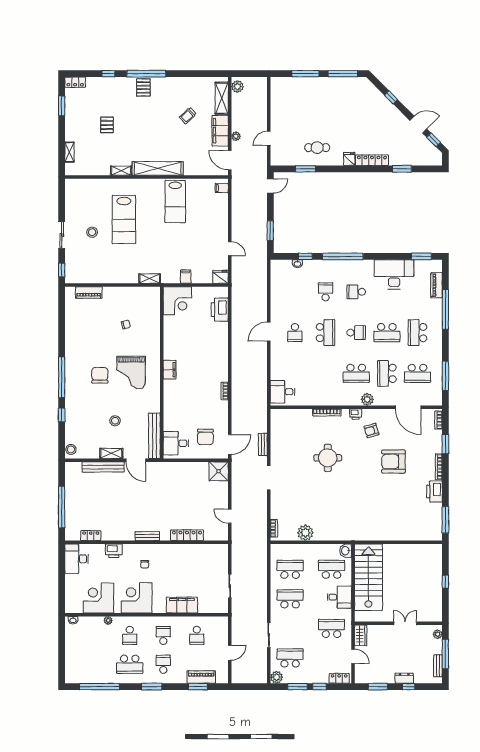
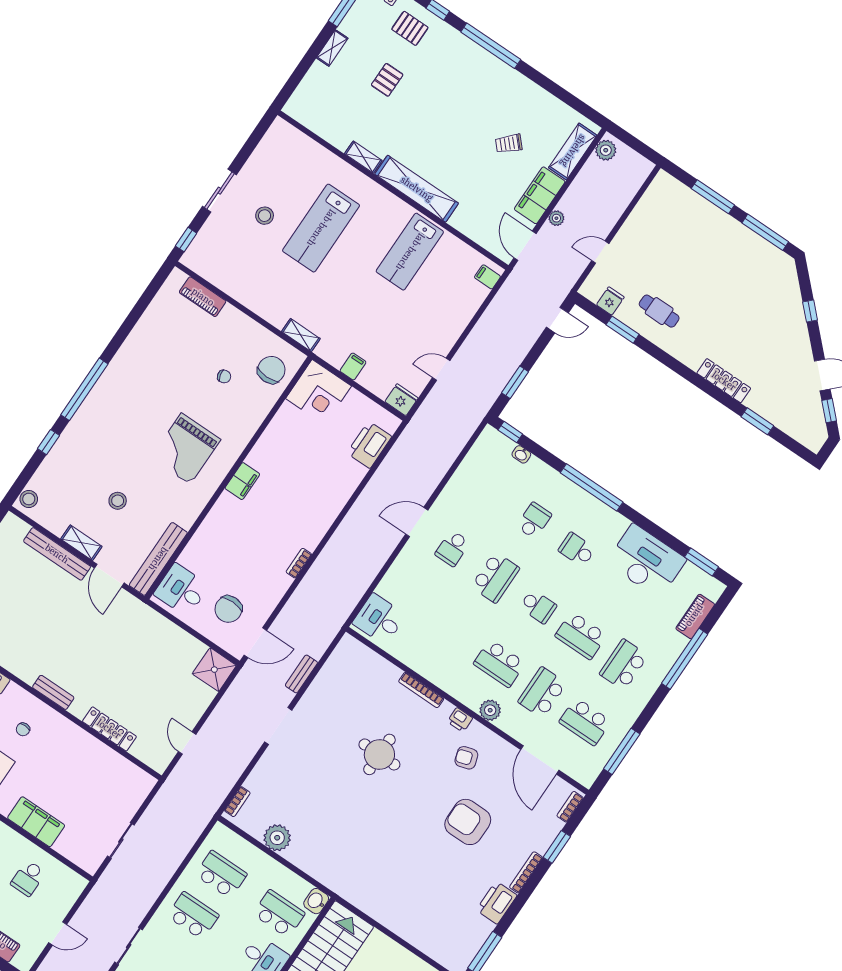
pallet: (143, 87) -> (410, 28), moved, turned 90
shelving: (69, 152) -> (332, 48), moved
fridge: (349, 159) -> (610, 301), moved
door: (230, 249) -> (441, 369), swing flipped
window: (305, 256) -> (510, 432), moved
chair: (100, 375) -> (271, 370), moved

